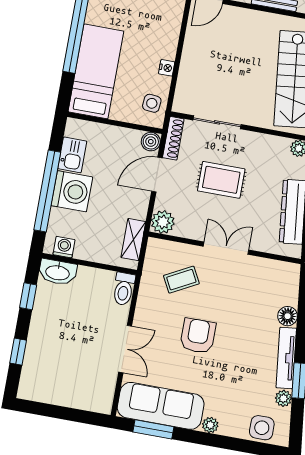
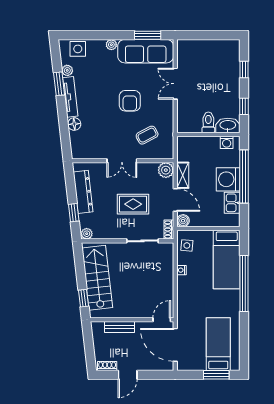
shoe rack: (173, 138) -> (169, 230), width x0.70
door: (157, 175) -> (175, 200), hinge flipped
shelving: (133, 240) -> (183, 175), moved
toilet: (124, 289) -> (208, 122), moved

